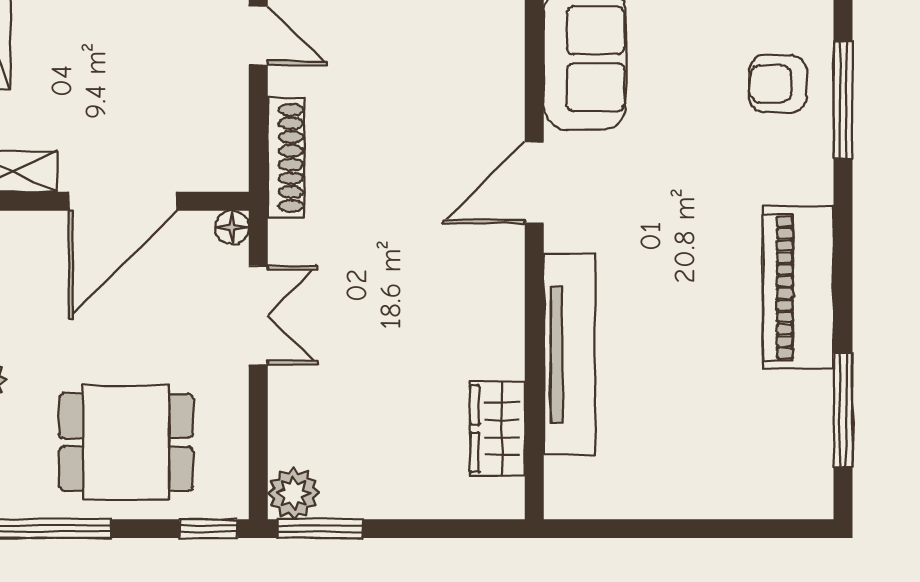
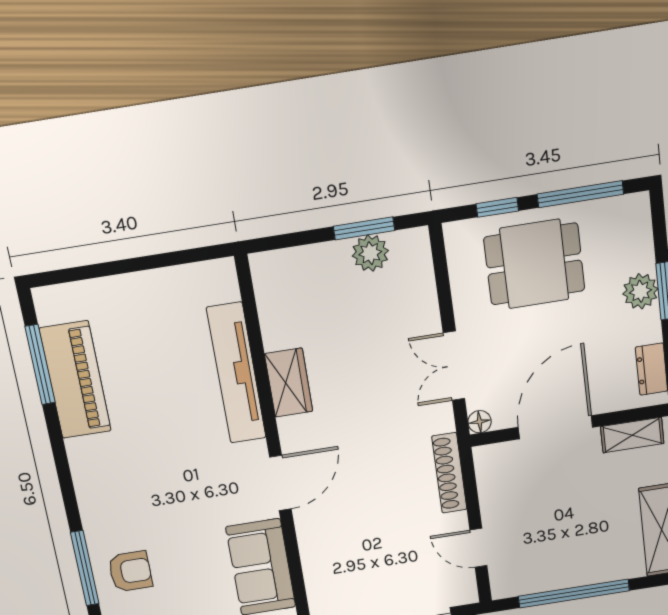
piano: (798, 287) -> (75, 380), moved
wardrobe: (498, 428) -> (289, 383), moved
plant: (294, 493) -> (370, 253), moved
window: (208, 529) -> (497, 207), moved
window: (320, 529) -> (364, 228), moved

